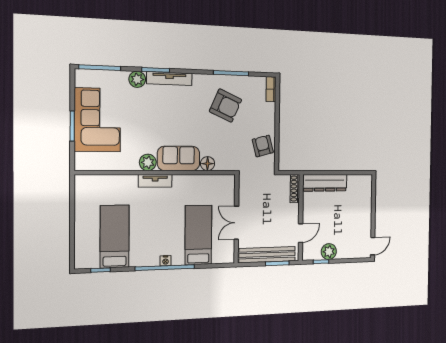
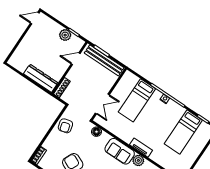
floor lamp: (208, 164) -> (97, 132), moved
double door: (236, 223) -> (102, 104), moved

